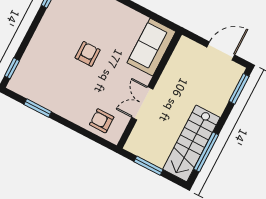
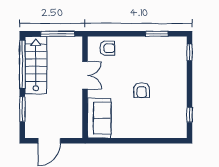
window: (239, 89) -> (22, 109), moved
window: (206, 152) -> (22, 64), width x1.46
window: (149, 166) -> (58, 34), width x1.44

